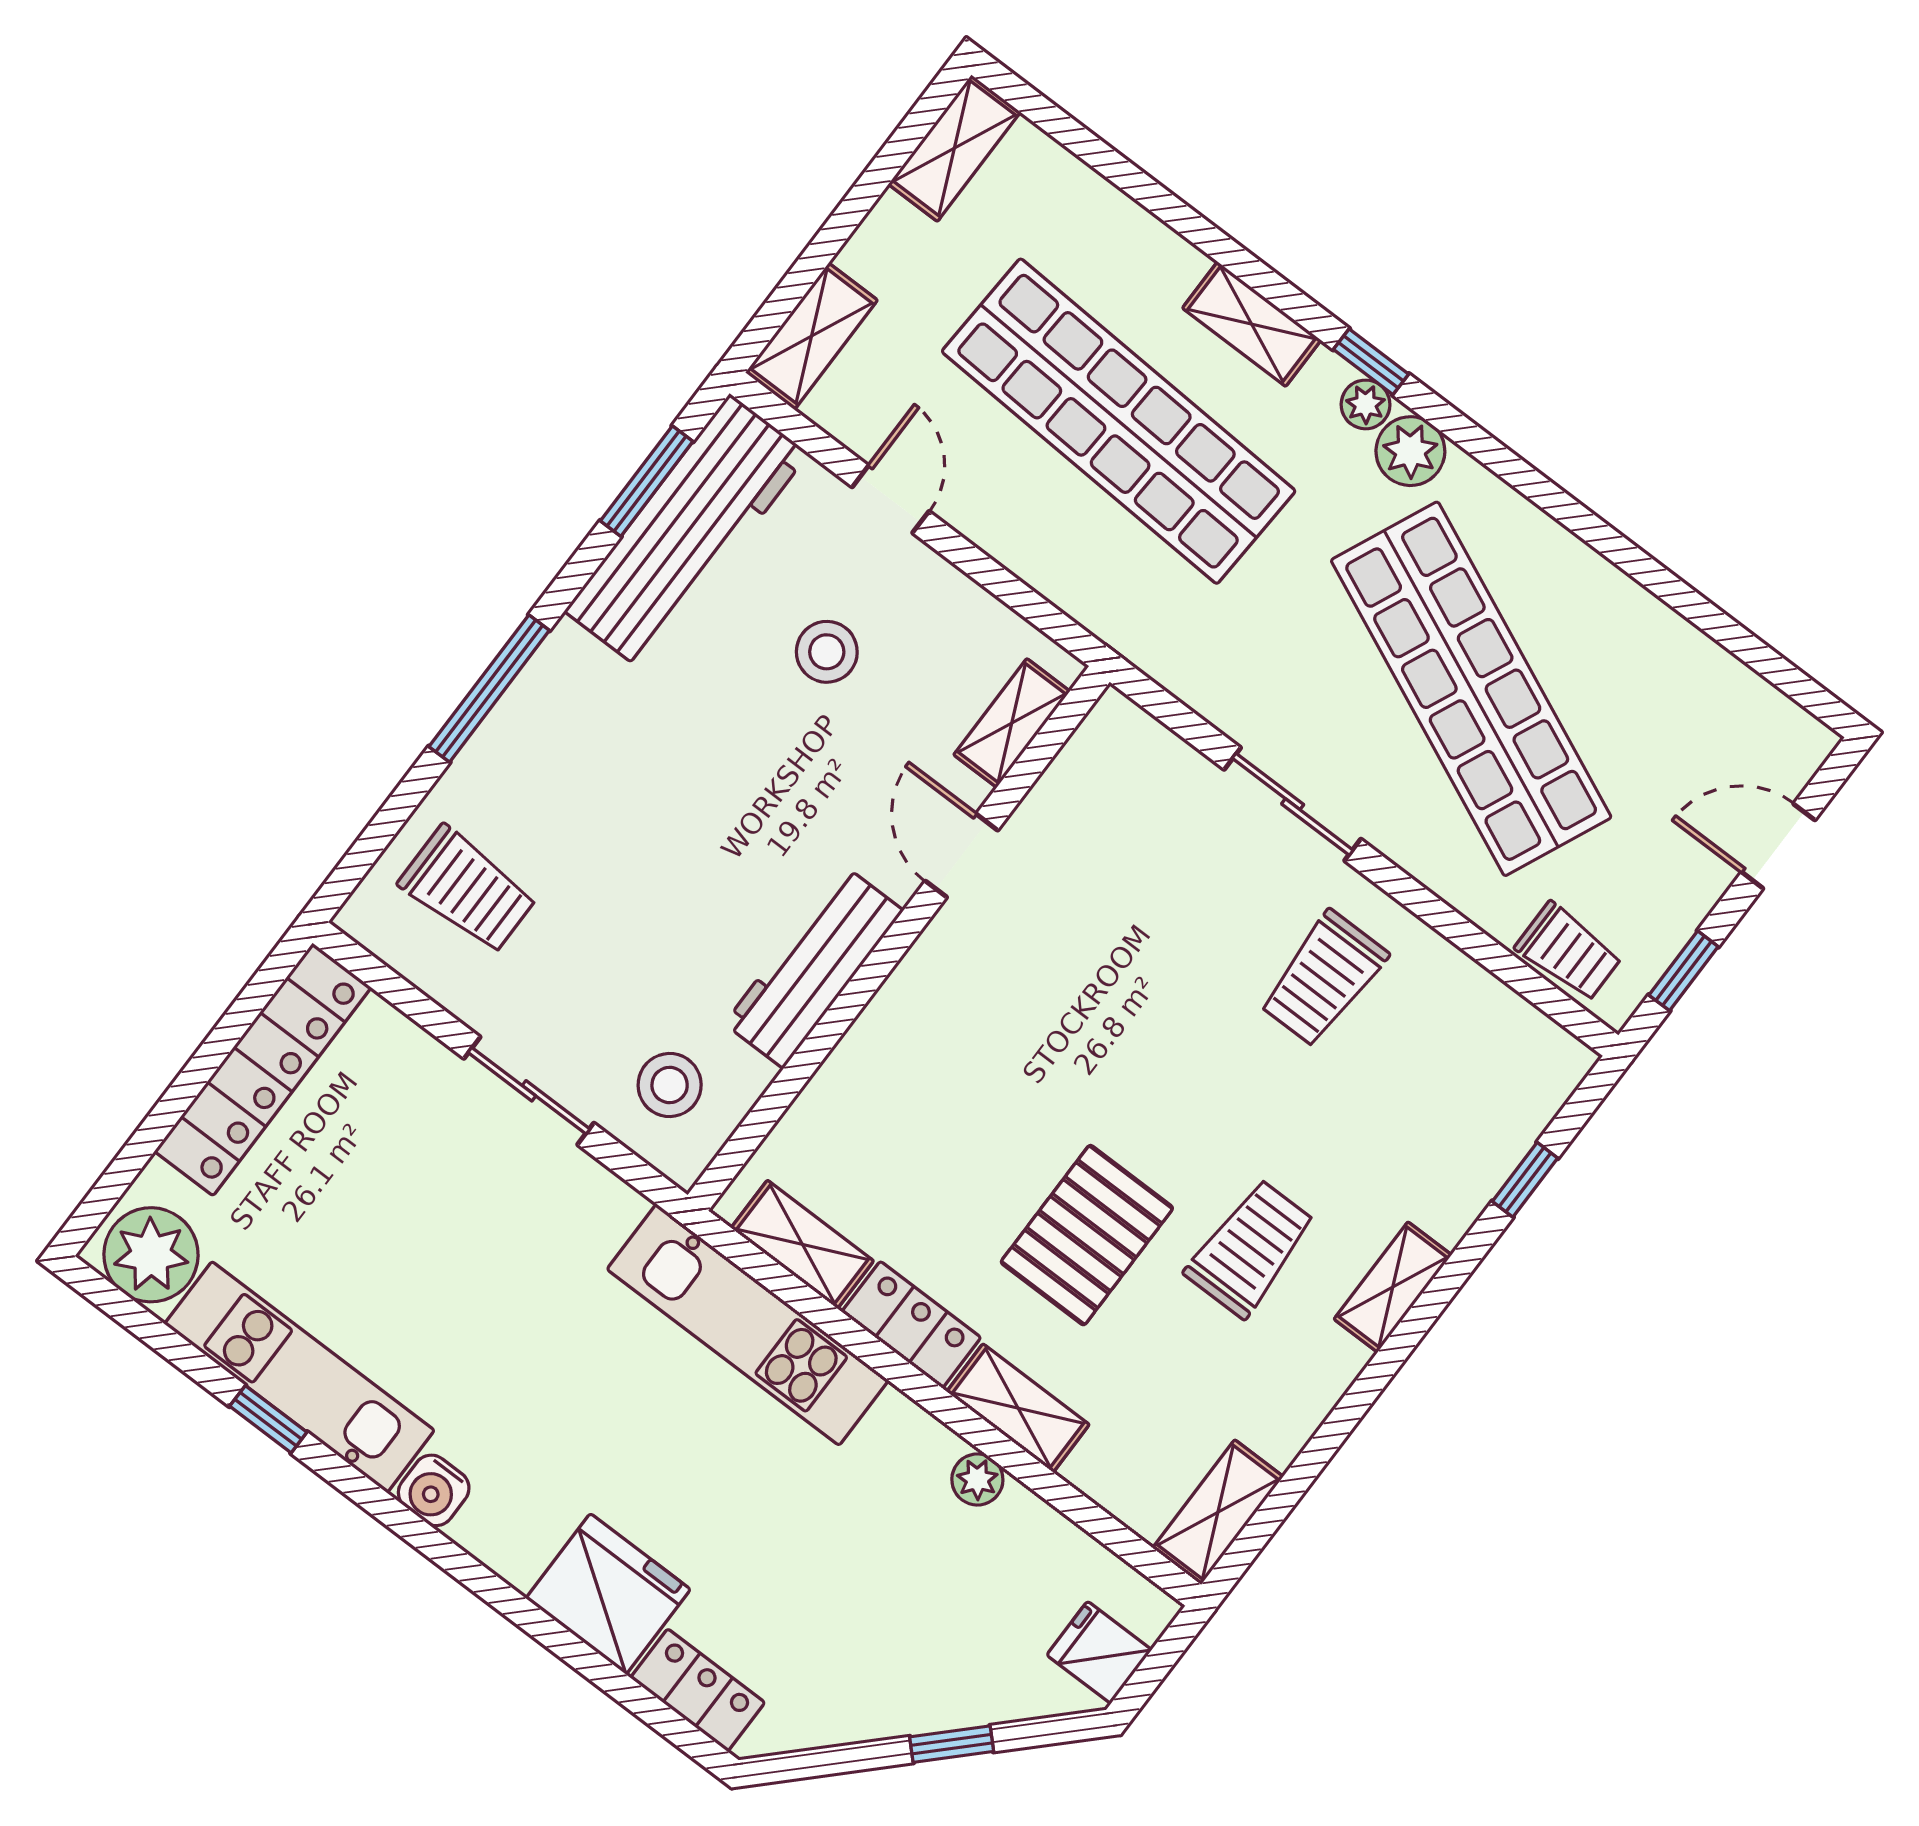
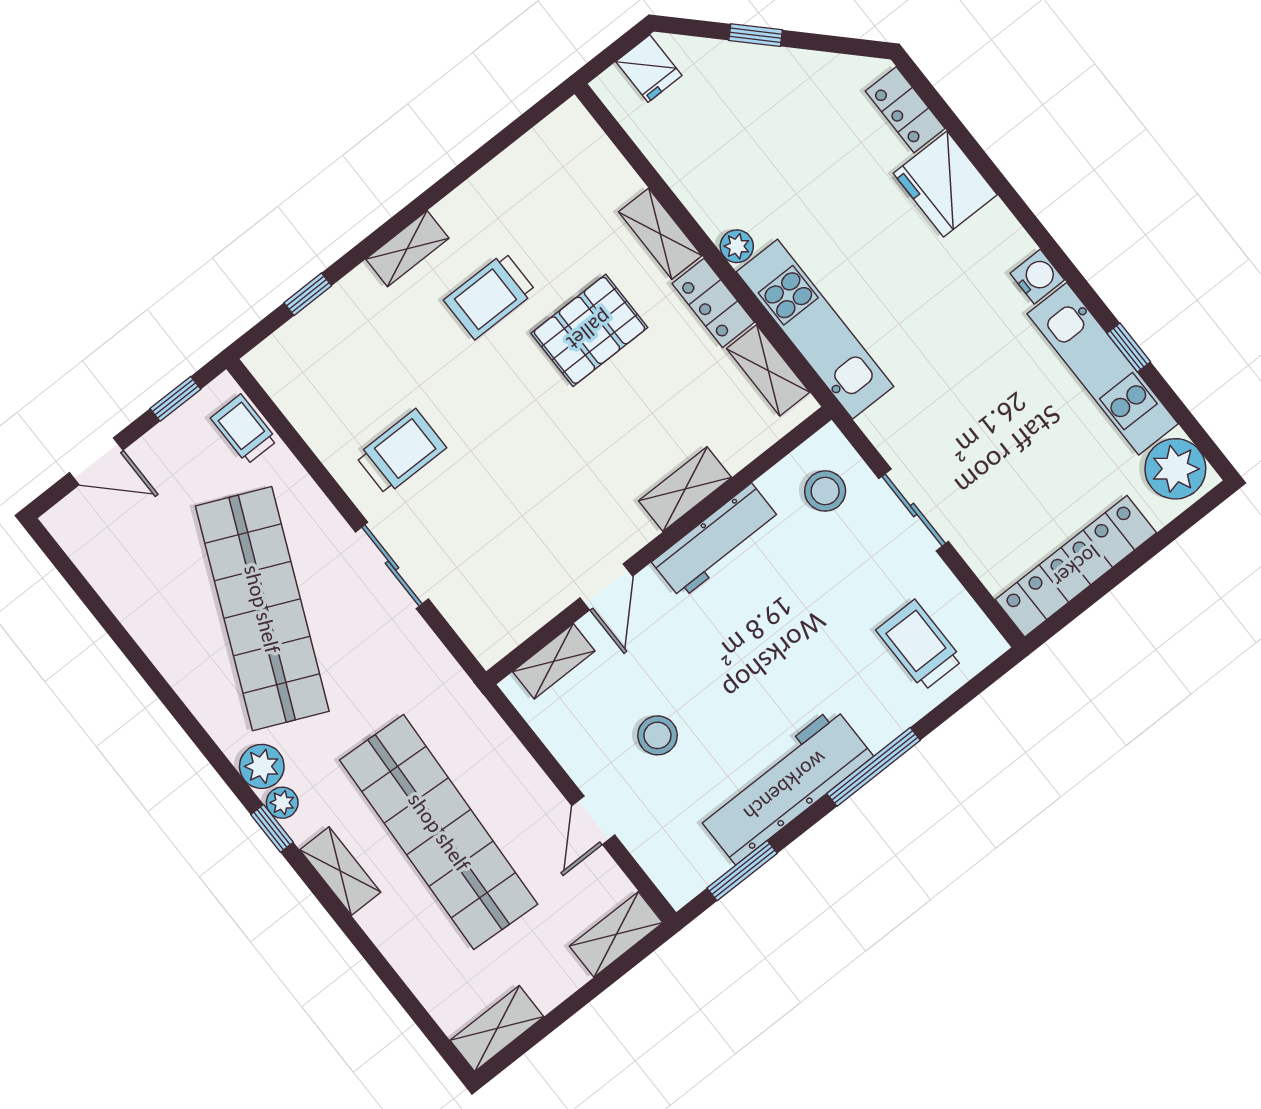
workbench: (687, 532) -> (785, 786), moved
plant: (977, 1479) -> (737, 246), moved
shelving: (1218, 1512) -> (685, 489), moved

